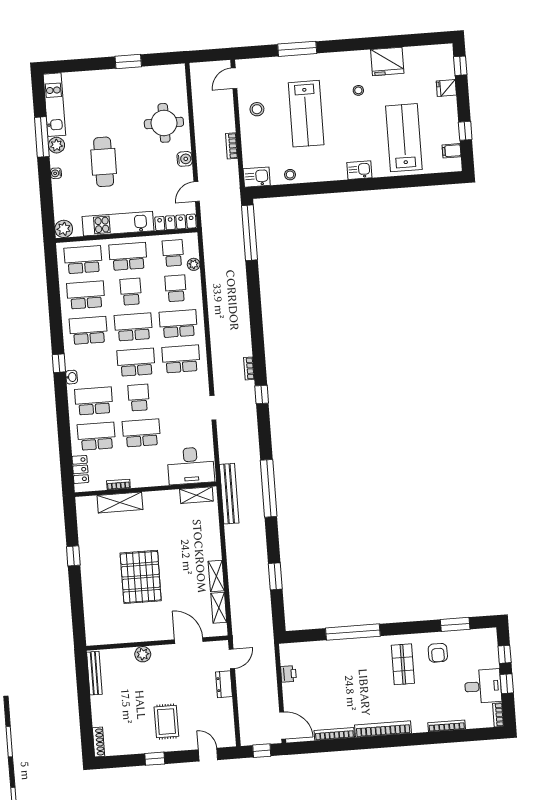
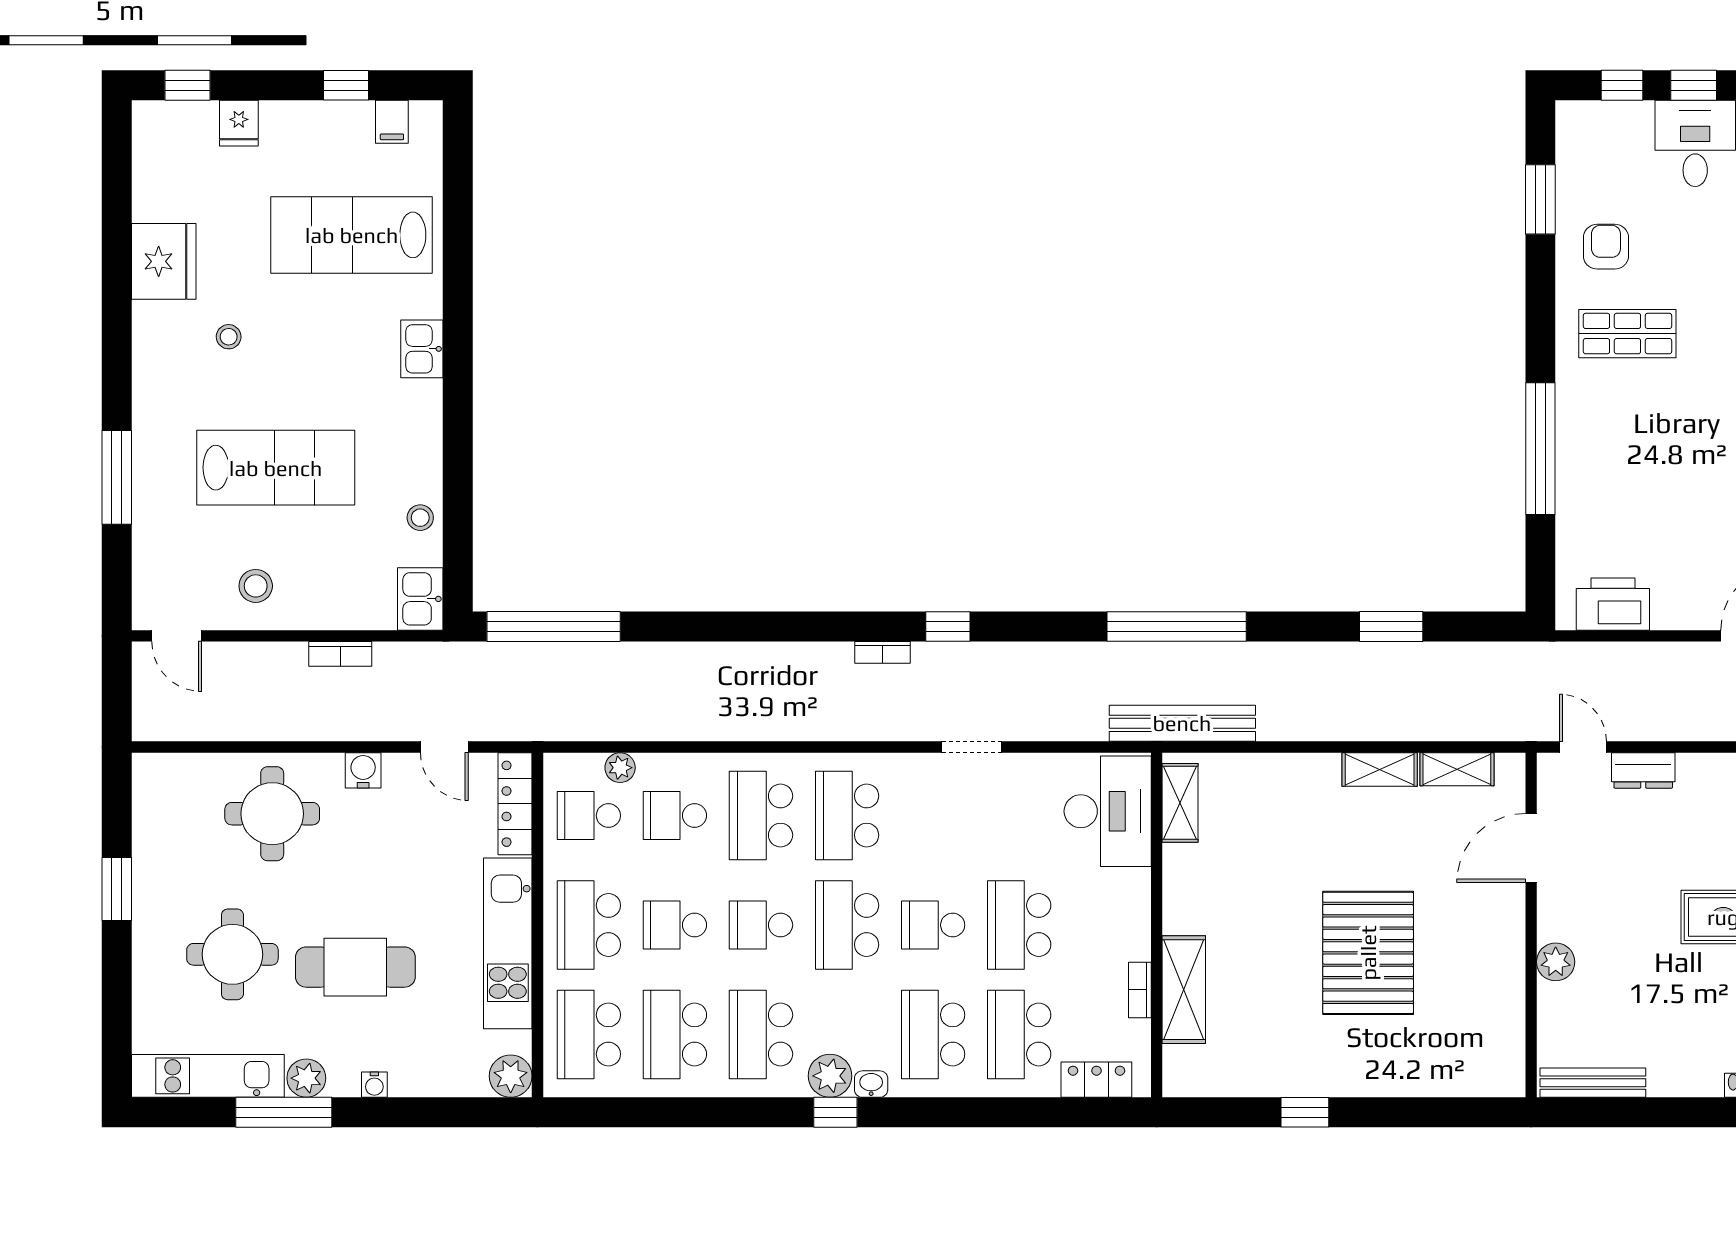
round table: (105, 111) -> (232, 954), added
school desk: (133, 327) -> (761, 925), width x0.54
plant: (74, 360) -> (830, 1076), added
pallet: (141, 577) -> (1368, 953), turned 90
armchair: (438, 653) -> (1606, 247), turned -90
printer: (288, 674) -> (1613, 604), width x1.87, depth x1.48

